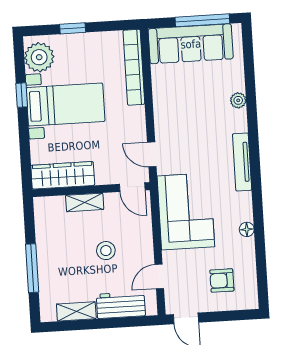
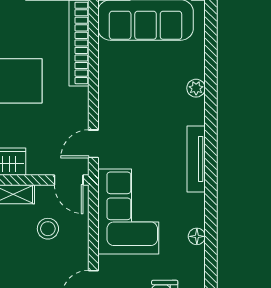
door: (152, 154) -> (93, 144), hinge flipped
stool: (106, 251) -> (48, 229), moved

